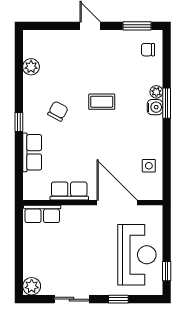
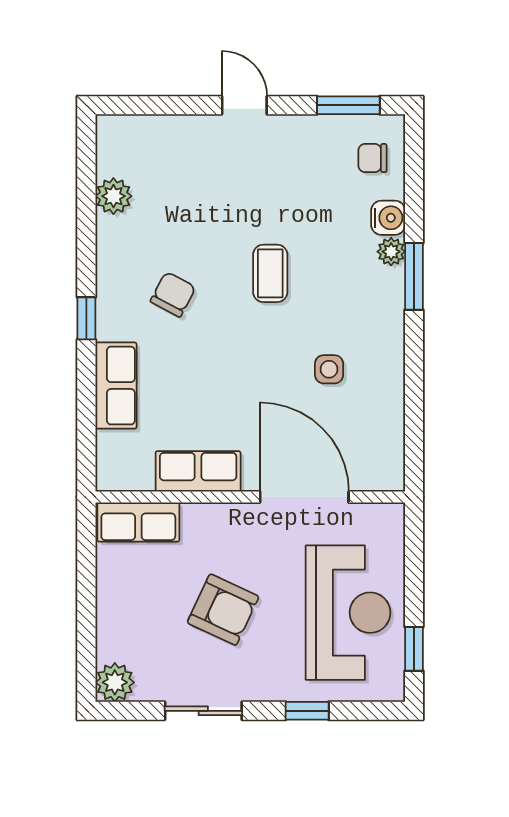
coffee table: (102, 102) -> (270, 273), turned 90
water cooler: (155, 107) -> (388, 218), moved
side table: (149, 166) -> (329, 369), moved
armchair: (80, 253) -> (223, 610), added

